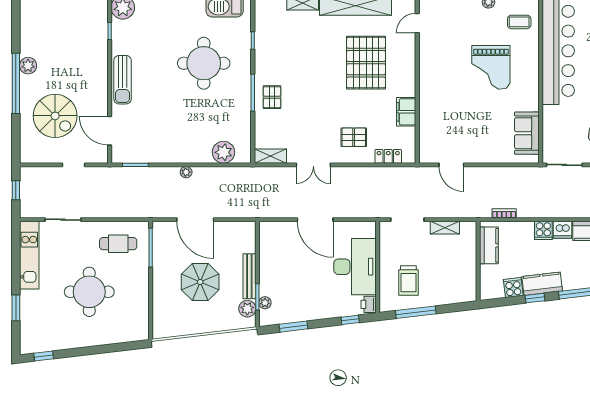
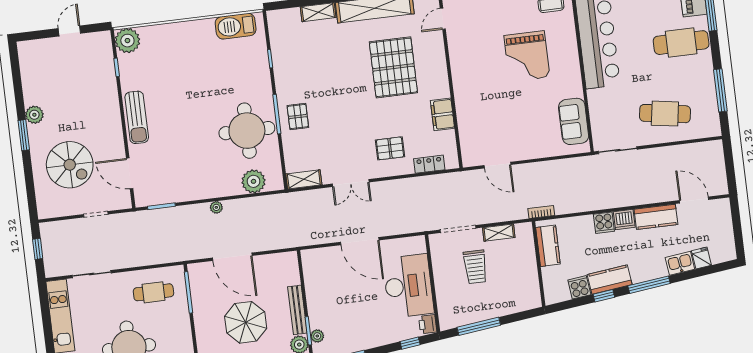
round table: (204, 63) -> (247, 131), moved
window: (16, 83) -> (24, 135), width x0.47
bookcase: (504, 213) -> (541, 212), moved
trolley: (408, 280) -> (475, 267), moved

